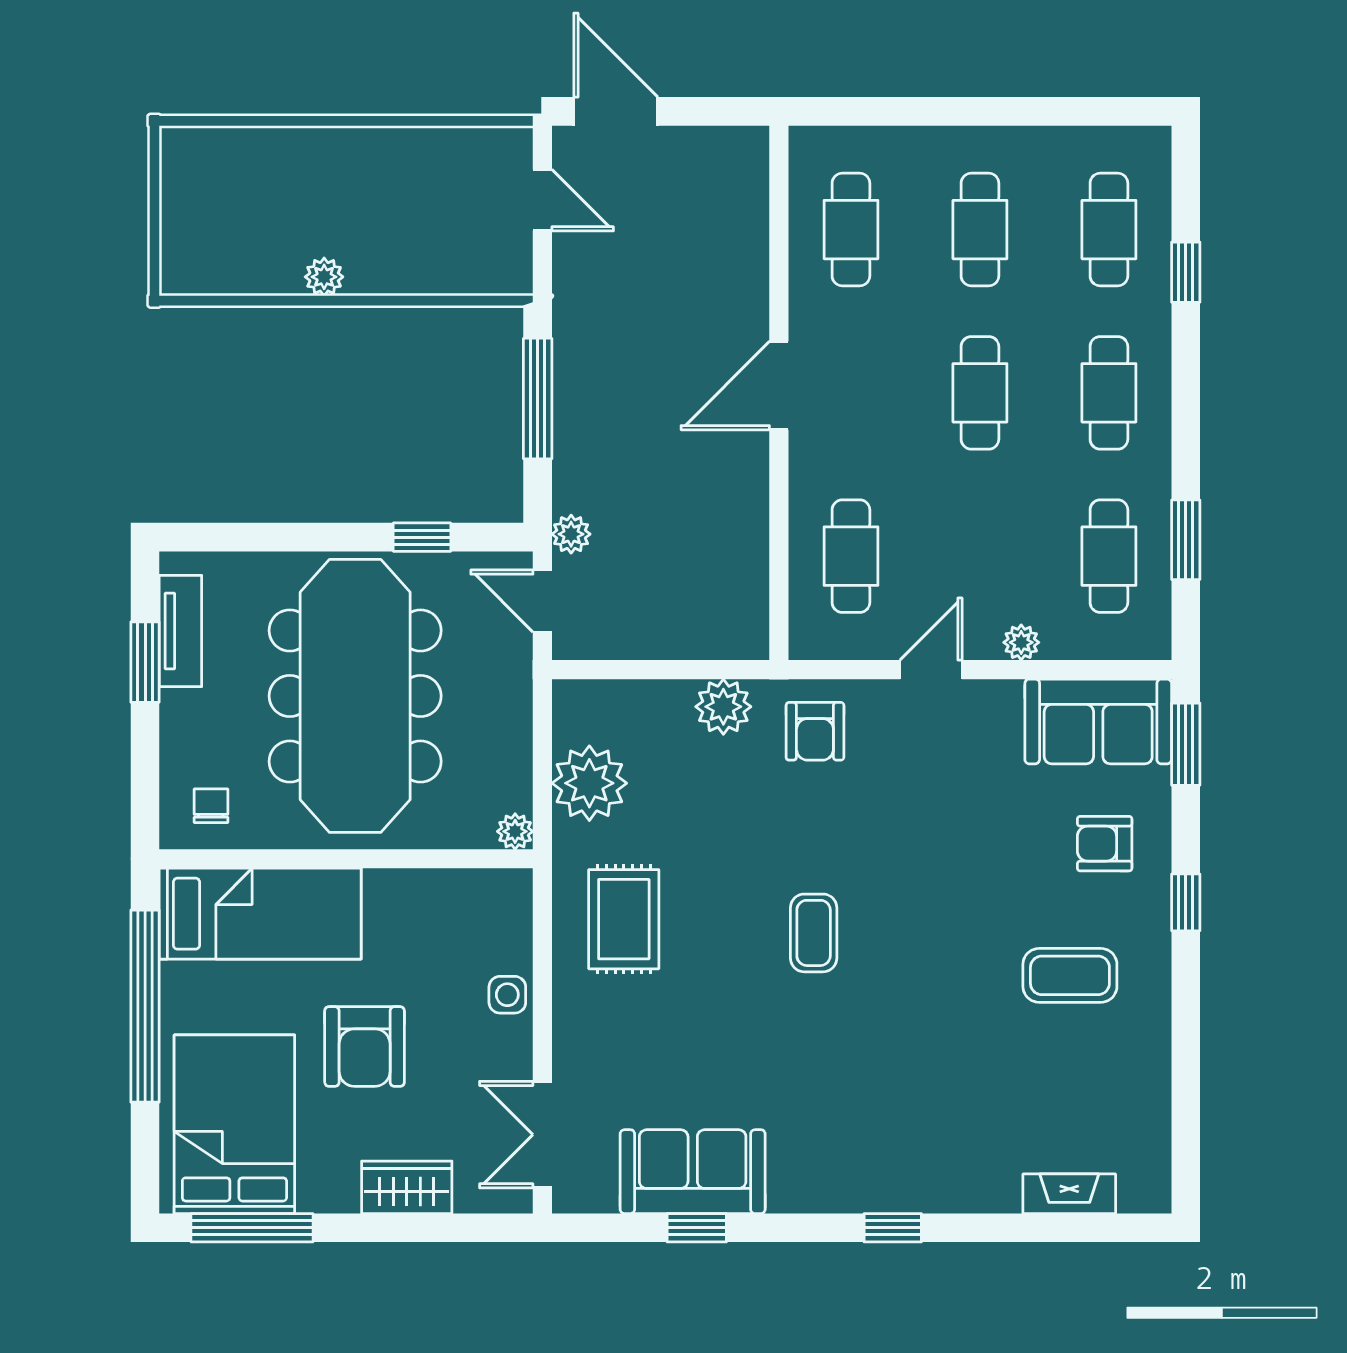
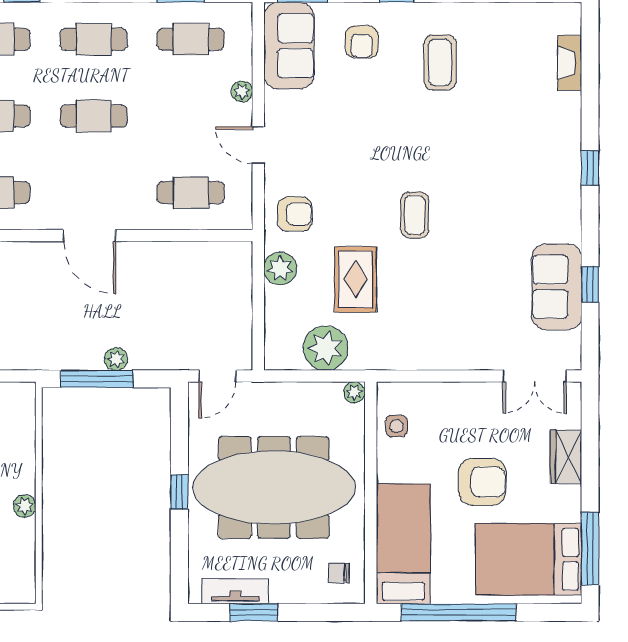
plant: (571, 534) -> (116, 359), moved
window: (422, 537) -> (179, 492), moved
rug: (624, 919) -> (355, 279), moved, turned 90
coffee table: (814, 933) -> (415, 215), turned 90
side table: (507, 995) -> (397, 426), moved

